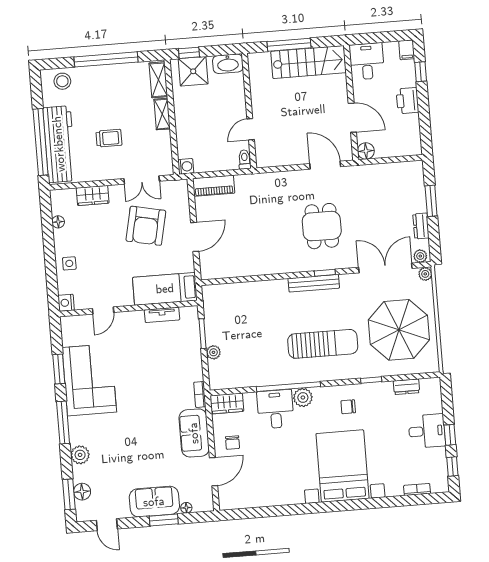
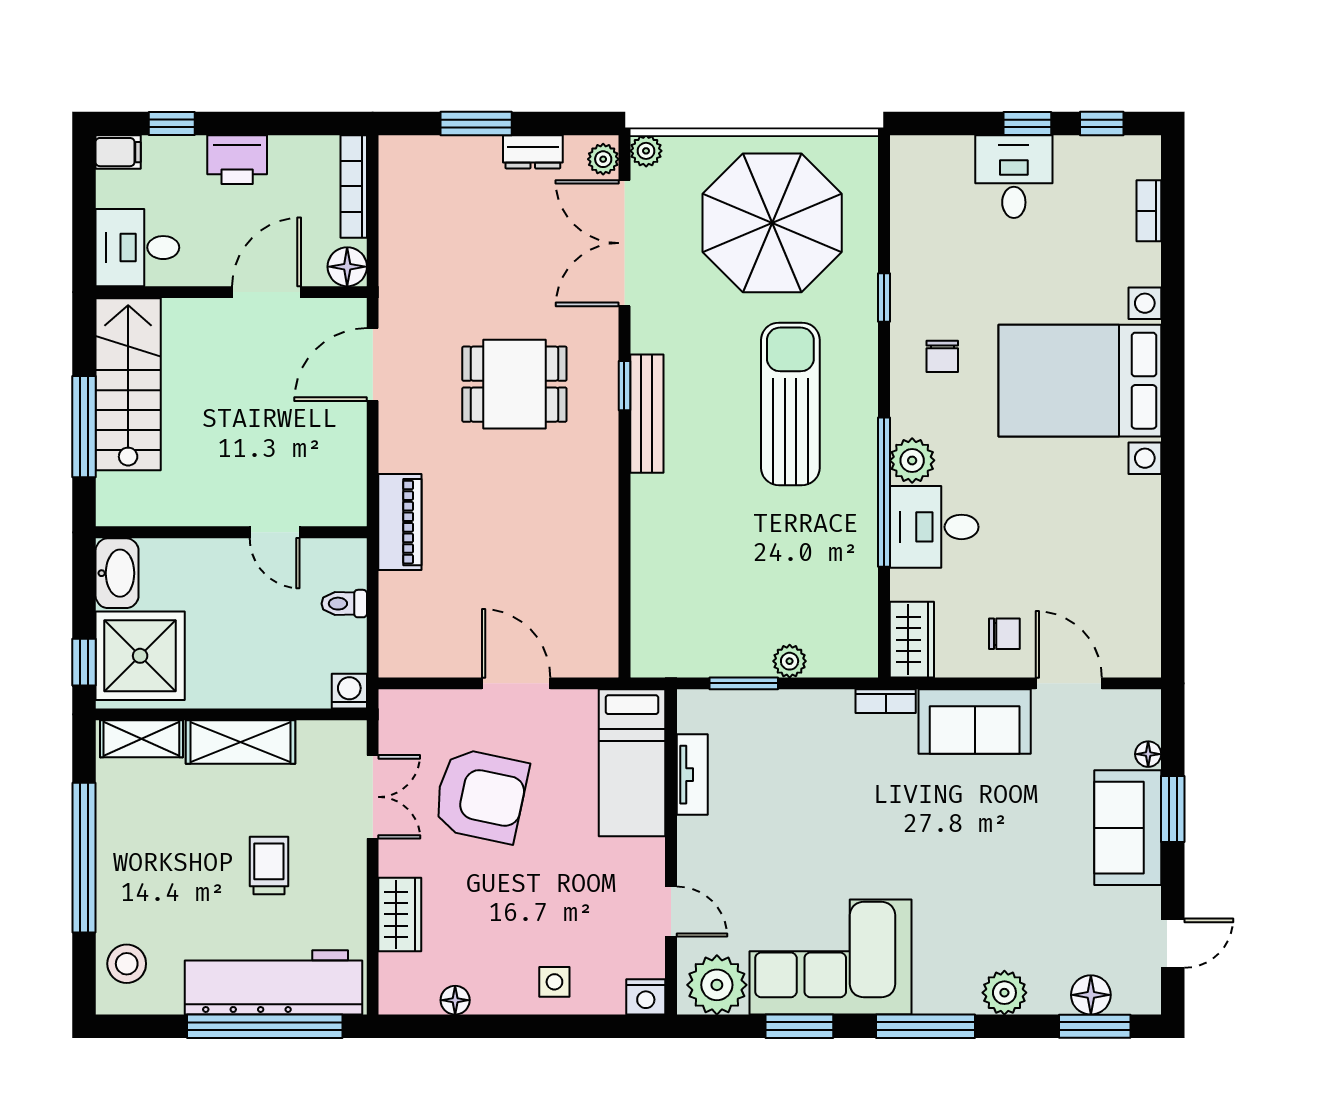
shower: (193, 71) -> (140, 656), width x1.37, depth x1.37
shelving: (162, 114) -> (240, 742), width x1.50, depth x1.33
bookcase: (400, 151) -> (354, 186), added
toilet: (245, 160) -> (344, 604), moved
piano: (214, 186) -> (400, 522), moved
plant: (74, 333) -> (717, 985), added
dresser: (406, 387) -> (907, 216), removed

